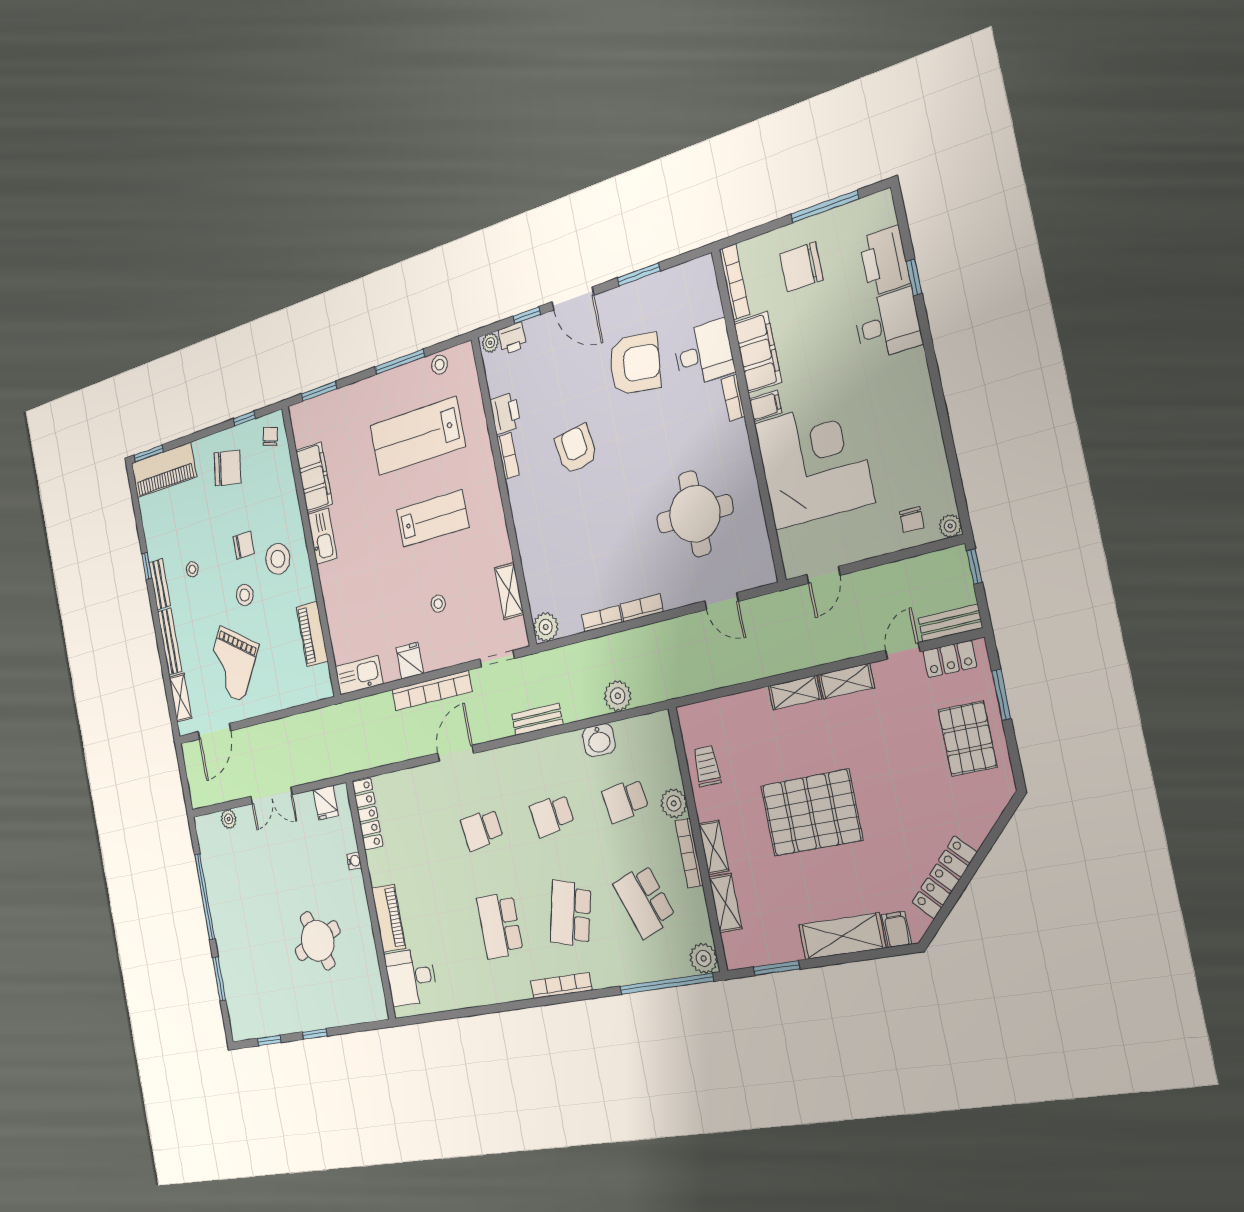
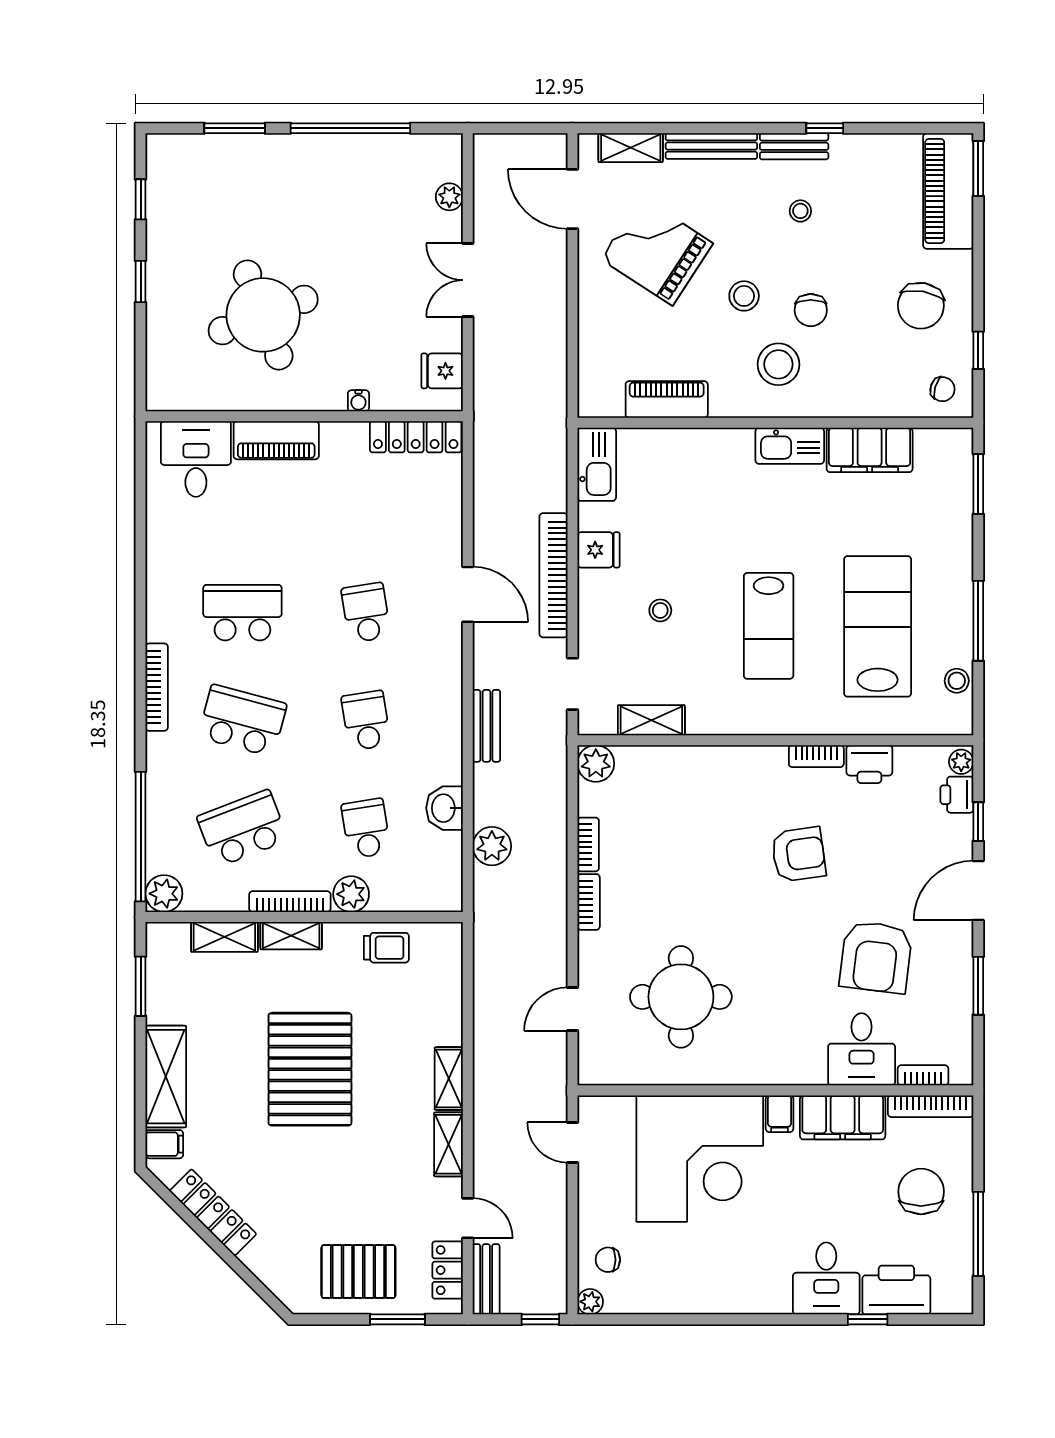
bookcase: (733, 398) -> (923, 1075), moved
round table: (318, 941) -> (263, 315), width x1.36, depth x1.36

